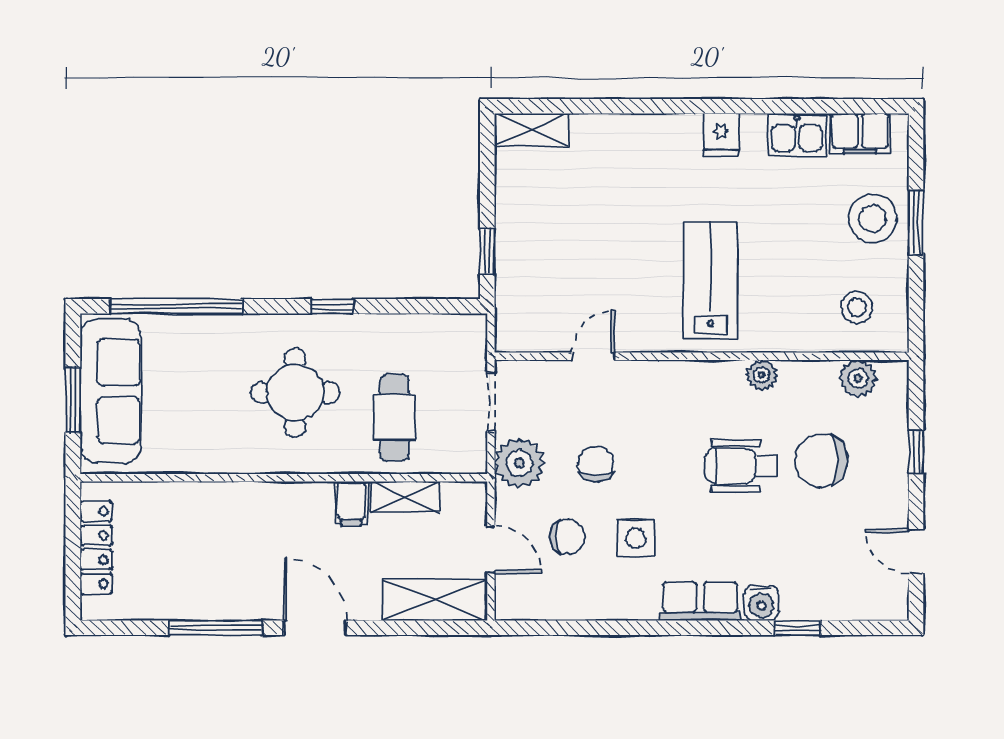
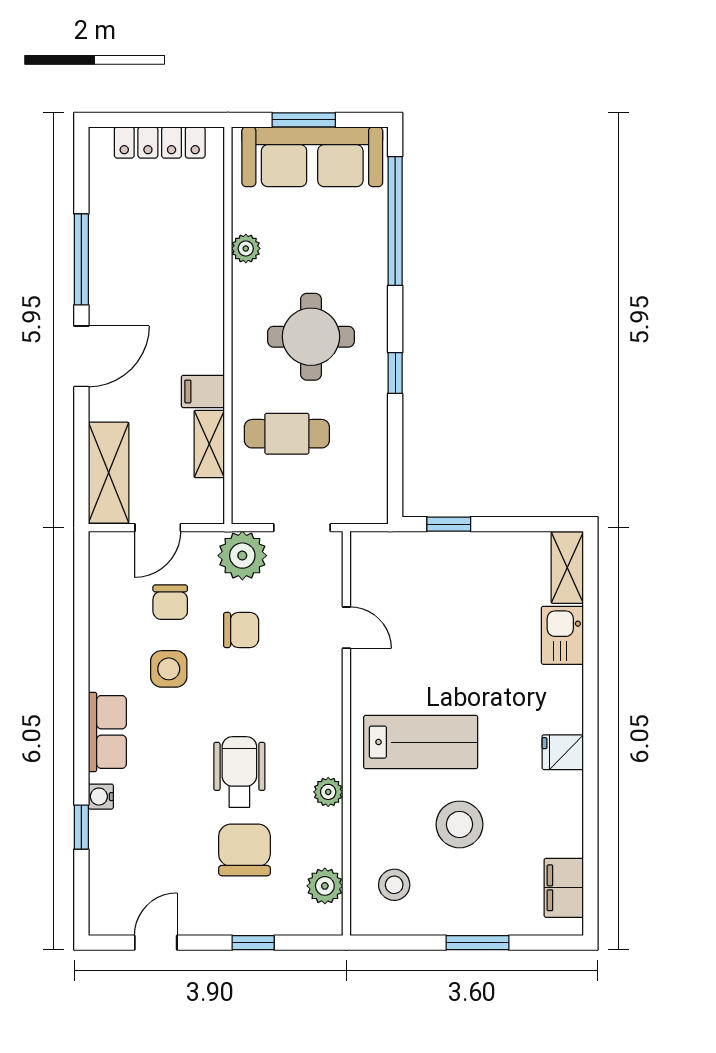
kitchen sink: (797, 135) -> (562, 635), moved
stool: (873, 219) -> (459, 824), moved
plant: (205, 459) -> (246, 248), added
water cooler: (761, 603) -> (101, 797), width x0.72, depth x0.72

